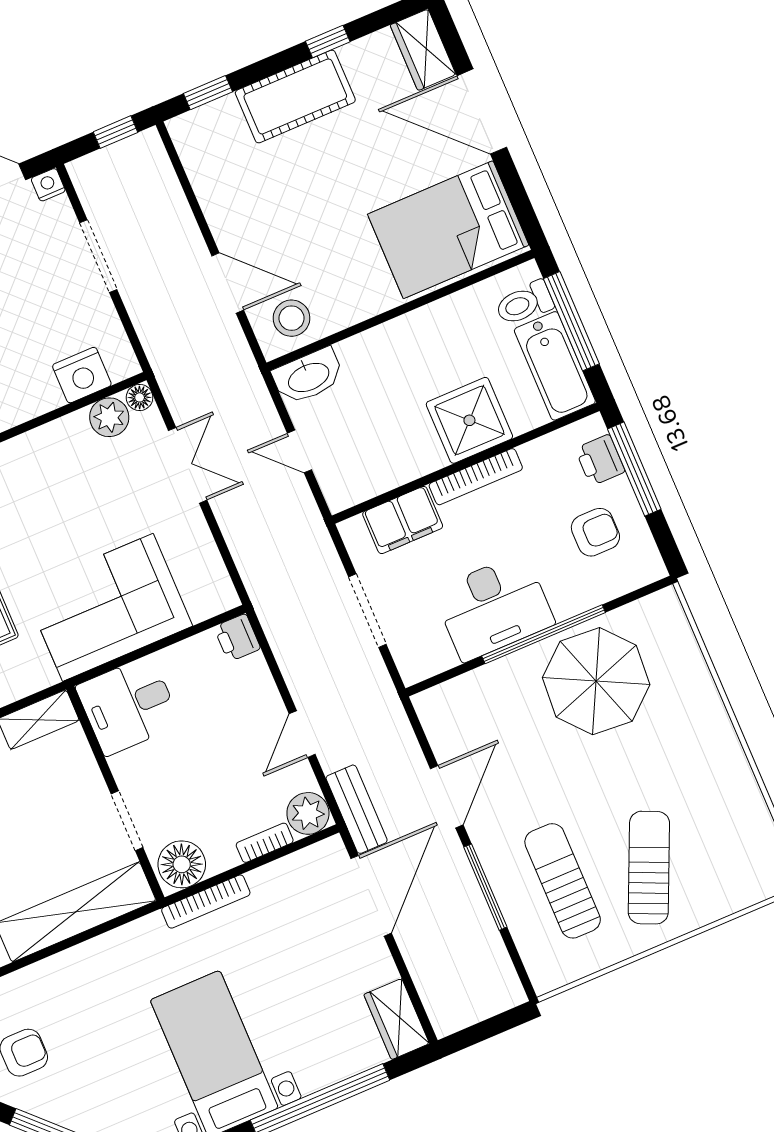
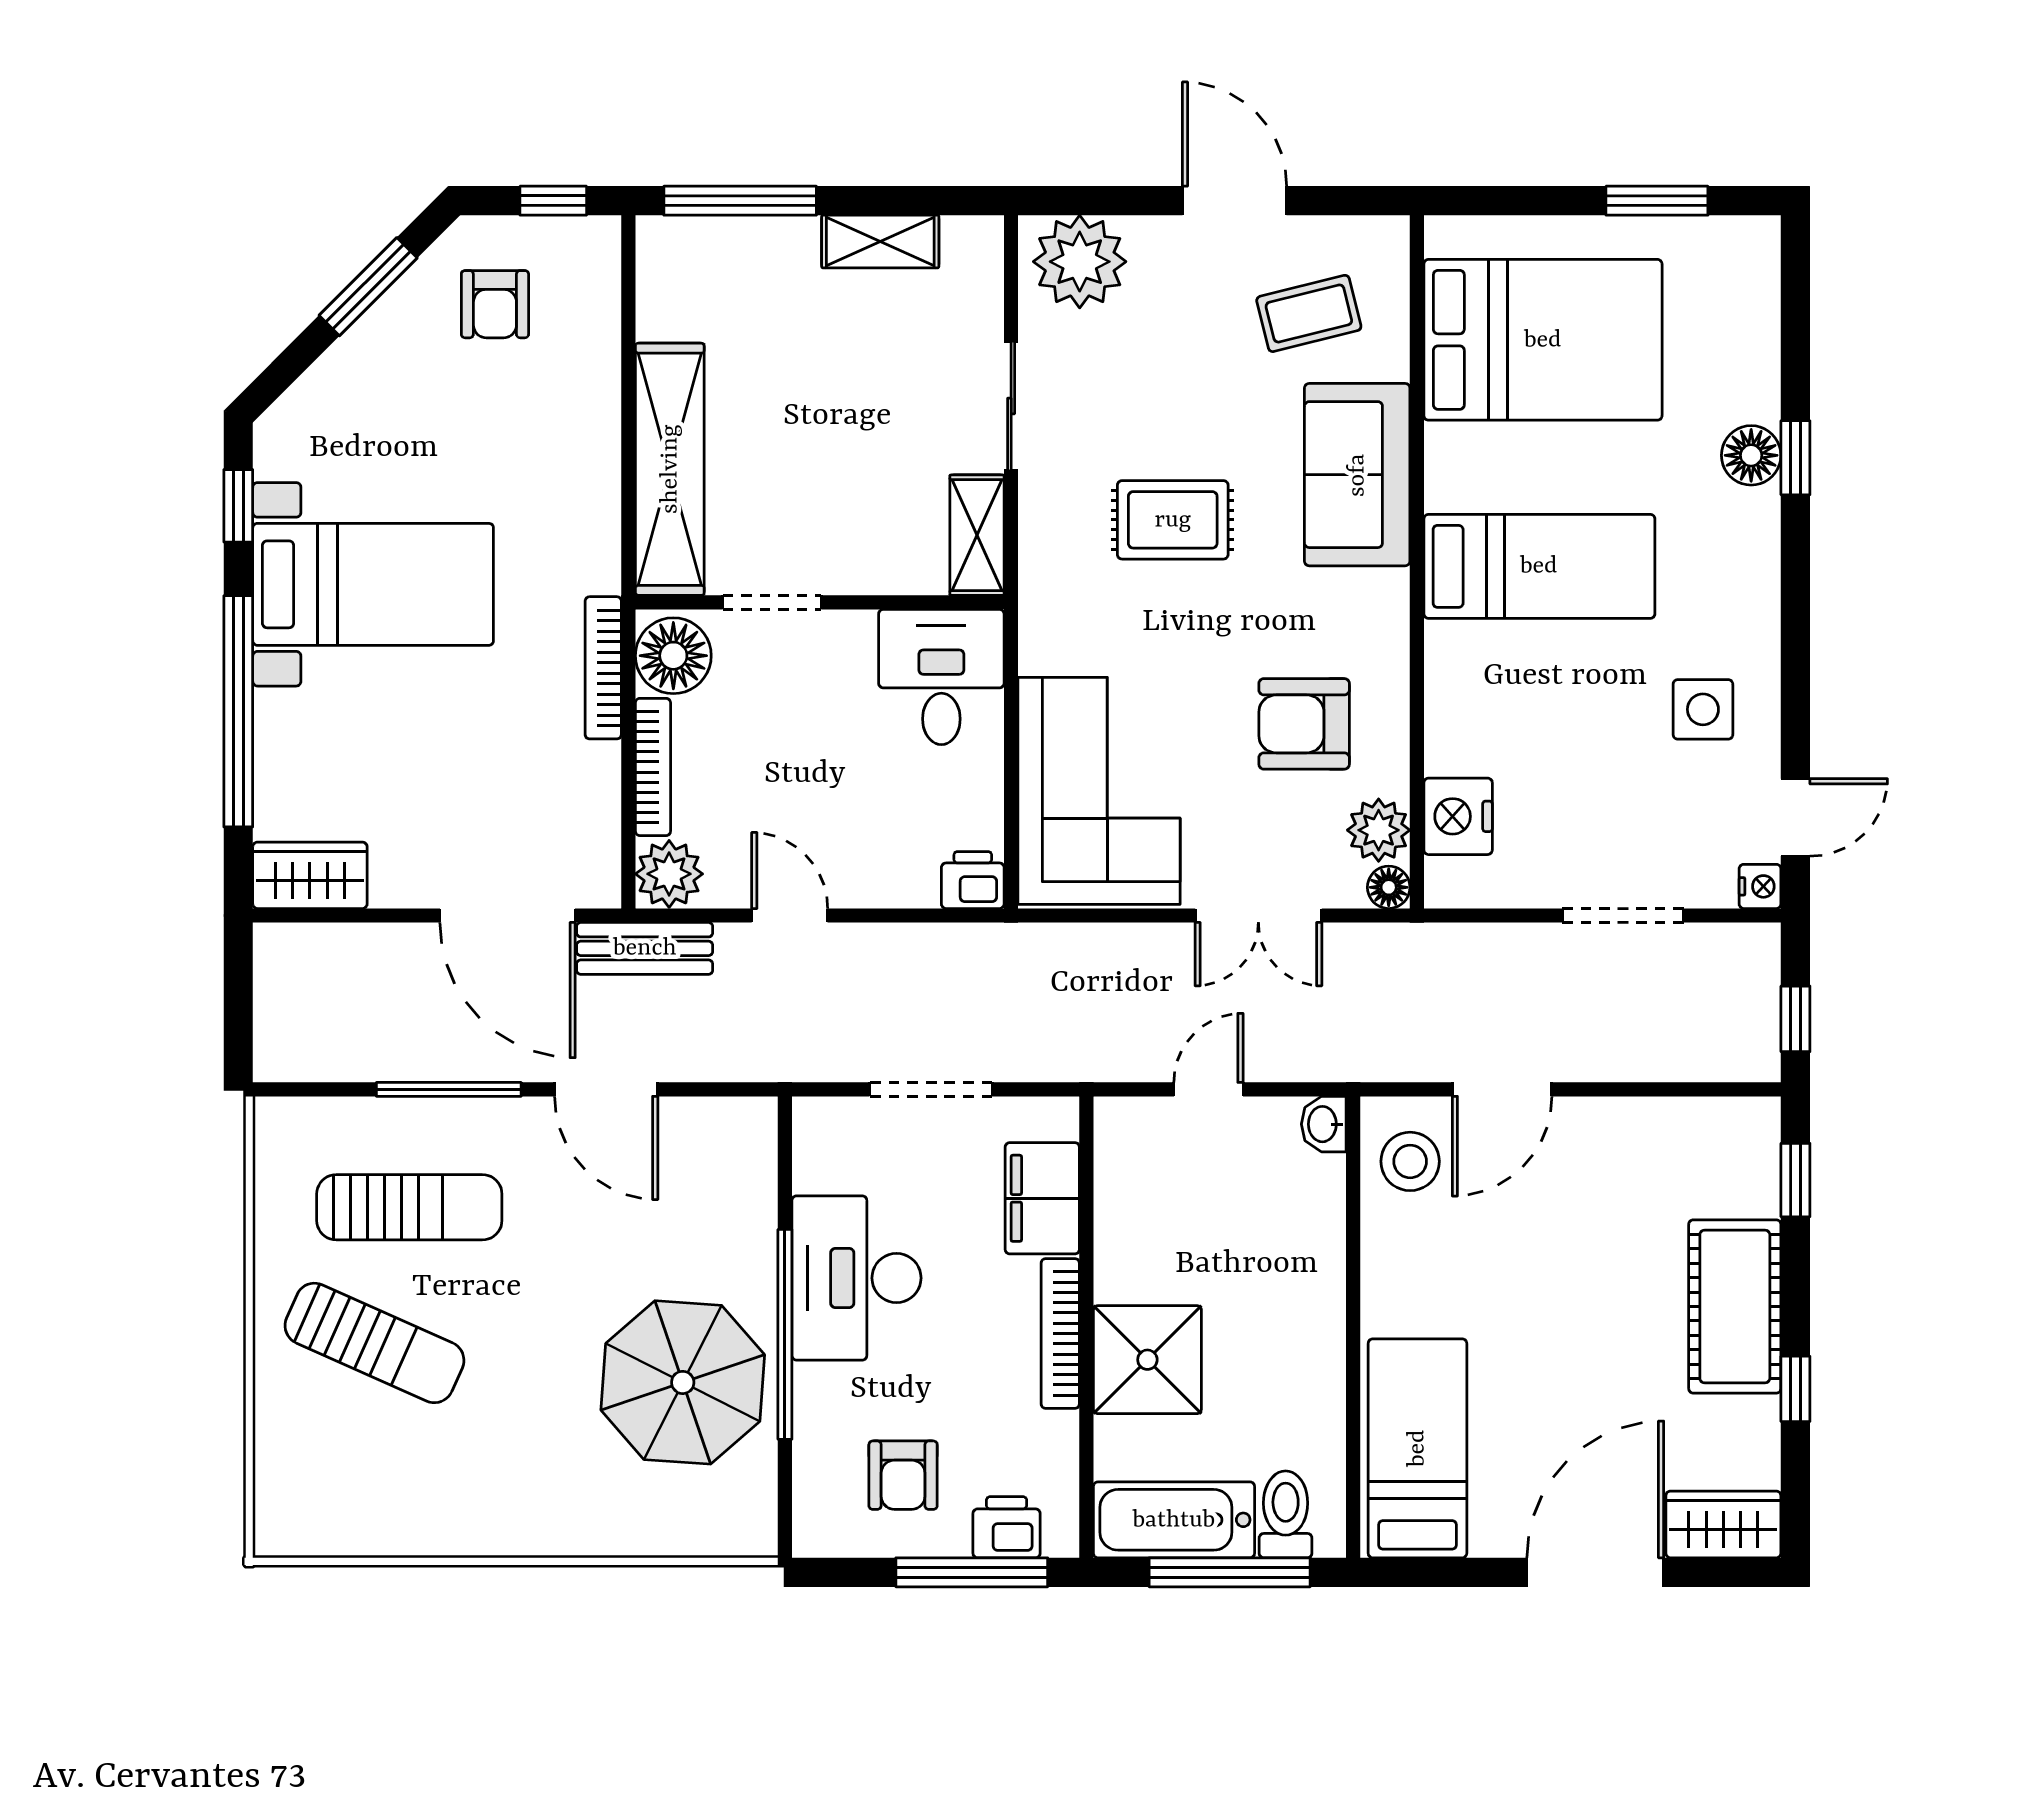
bed: (448, 230) -> (1417, 1448), width x0.67
washbasin: (308, 376) -> (1324, 1124), width x0.52, depth x0.69
armchair: (67, 486) -> (1304, 724), added
corner sofa: (108, 607) -> (1099, 791), moved
bookcase: (265, 843) -> (653, 767), width x1.56

